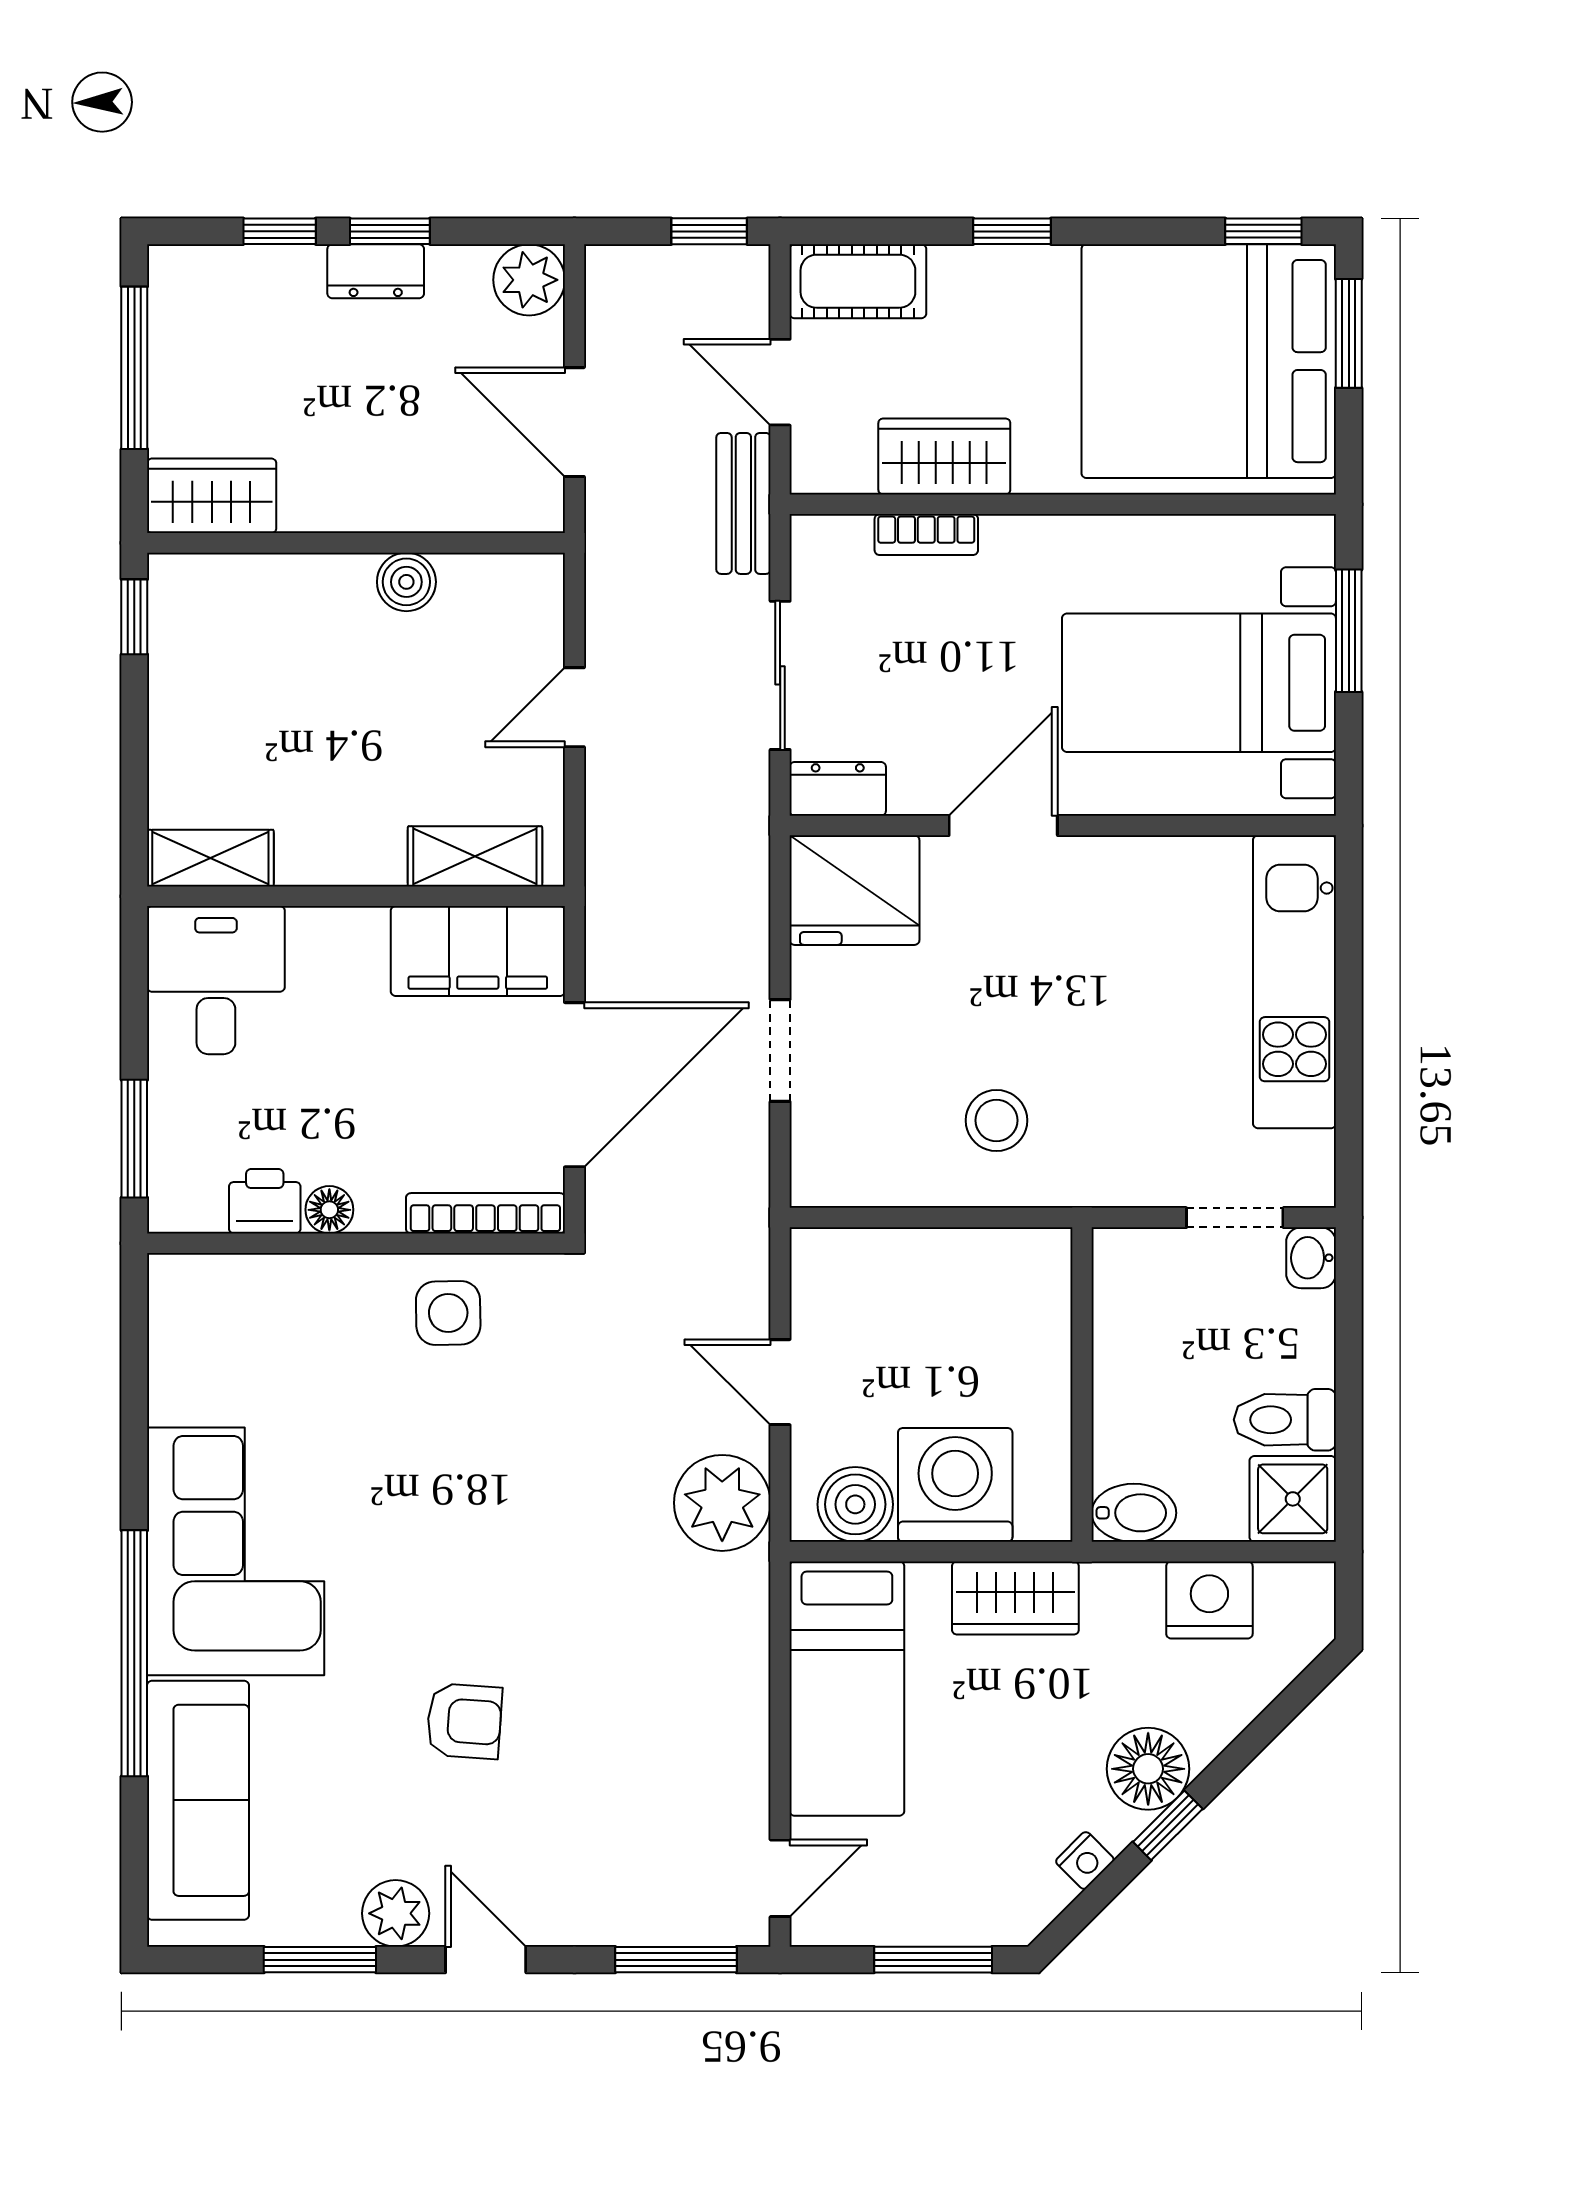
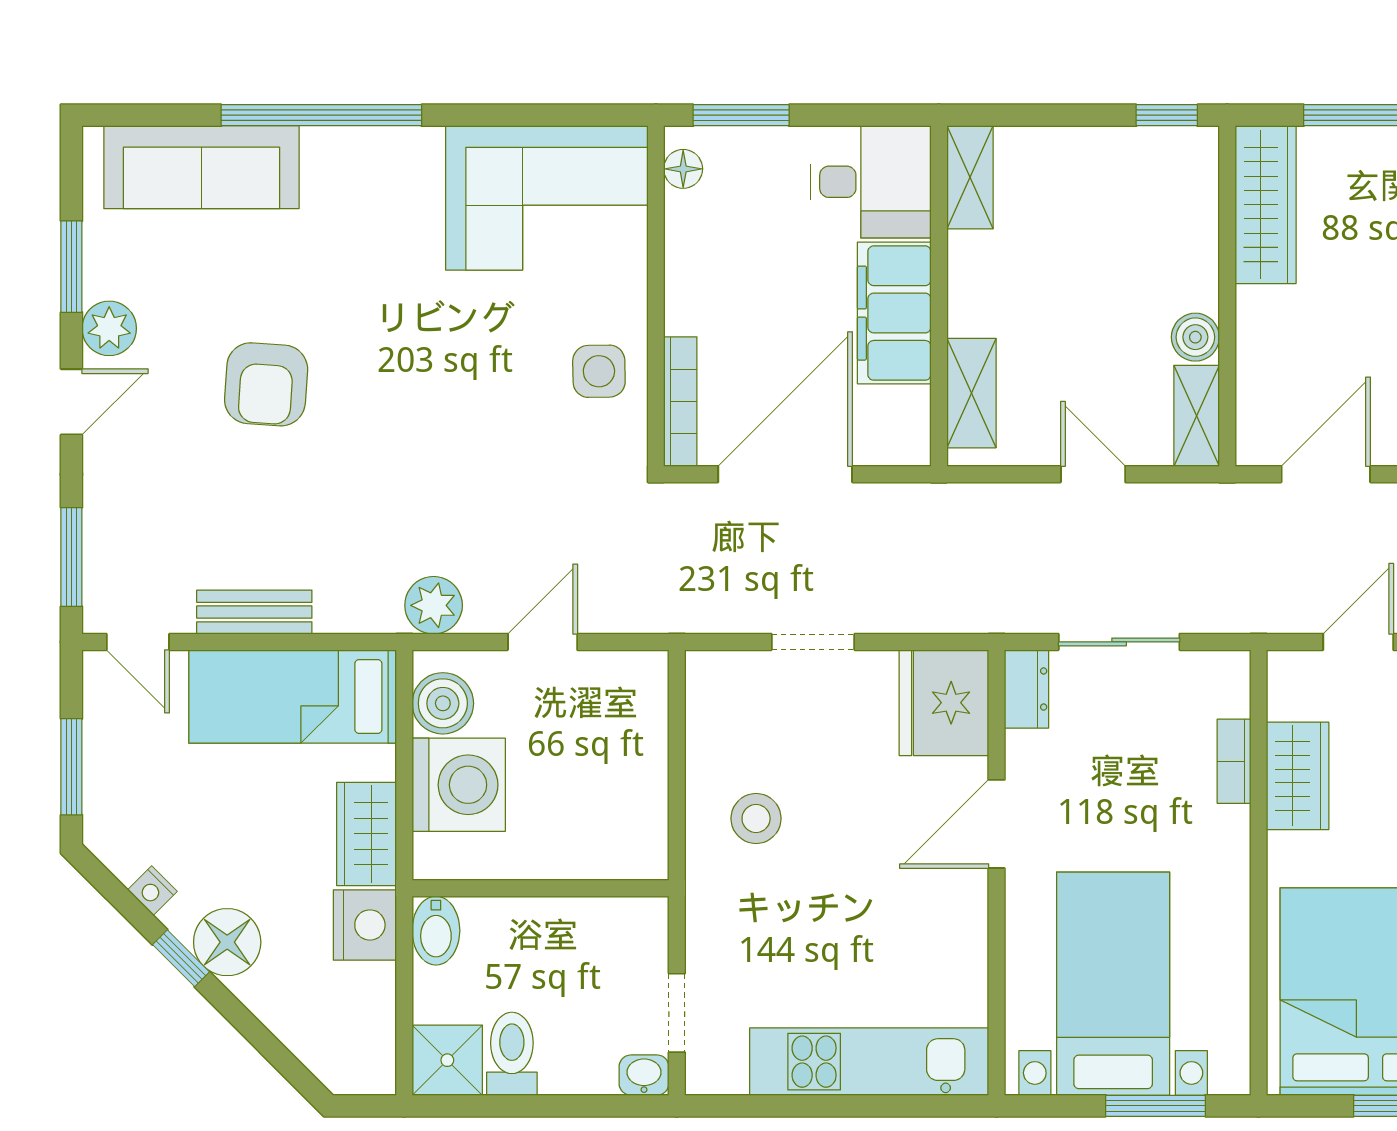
wardrobe: (212, 496) -> (1266, 205), width x1.50
bench: (743, 503) -> (254, 612), moved
shelving: (503, 580) -> (1197, 416), added
door: (1003, 826) -> (997, 824), swing flipped
filing cabinet: (478, 951) -> (894, 313), moved
door: (574, 1085) -> (785, 474), swing flipped
printer: (265, 1201) -> (690, 222), removed
floor lamp: (329, 1210) -> (683, 169), moved
plant: (722, 1503) -> (434, 605), width x0.73, depth x0.73
corner sofa: (236, 1551) -> (547, 198), moved
nightstand: (1209, 1600) -> (365, 925), moved
armchair: (464, 1721) -> (266, 384), width x1.38, depth x1.38

